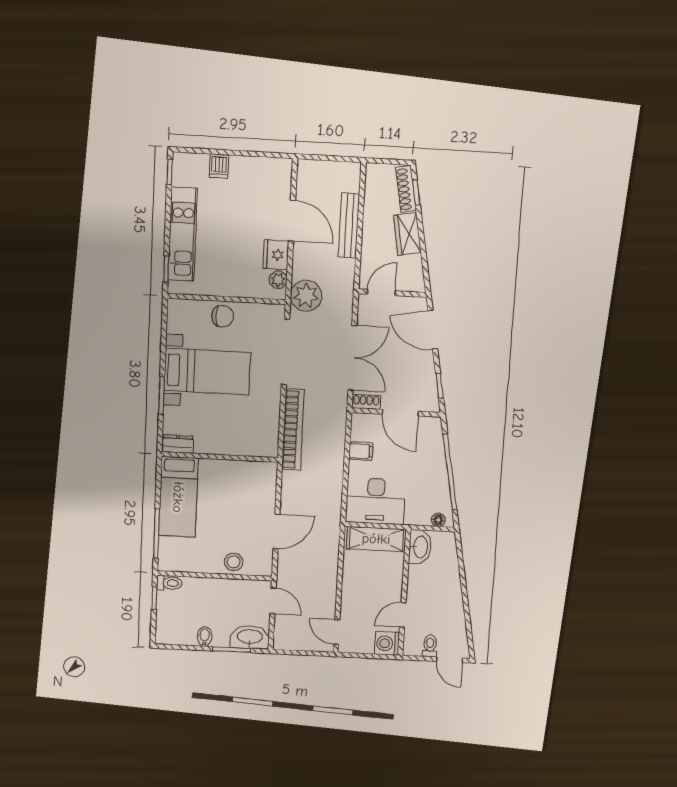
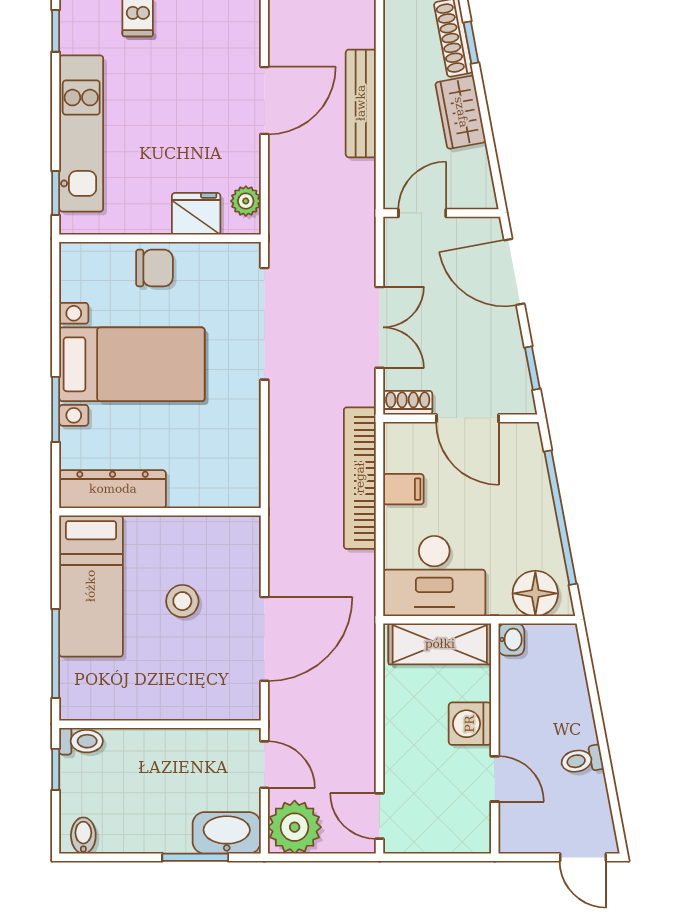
door: (292, 221) -> (264, 101), hinge flipped
fridge: (276, 255) -> (196, 214), moved, turned 90
plant: (306, 296) -> (295, 827), moved
double door: (352, 358) -> (380, 327), width x0.73
bookcase: (293, 430) -> (360, 478), moved, turned 180
dresser: (178, 444) -> (113, 489), width x1.96, depth x1.24
floor lamp: (438, 520) -> (535, 593), width x1.89, depth x1.89
door: (276, 531) -> (264, 639), width x1.36
washbasin: (420, 547) -> (511, 639), width x0.52, depth x0.69
stool: (234, 562) -> (182, 601), moved
door: (403, 615) -> (495, 779), swing flipped
bidet: (205, 637) -> (83, 836), moved
washing machine: (387, 643) -> (470, 724), moved
toilet: (430, 646) -> (582, 760), moved, turned -101

